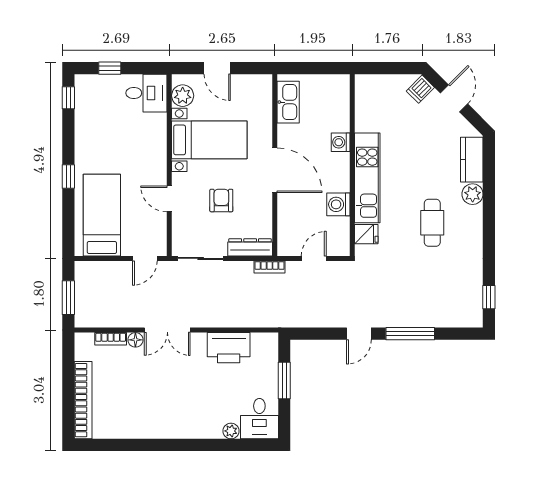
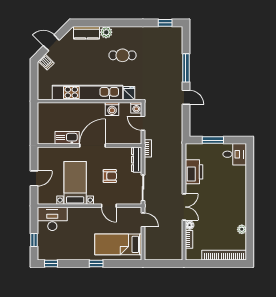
desk: (146, 93) -> (52, 219), width x1.37
plant: (183, 96) -> (50, 198), removed
kitchen sink: (288, 102) -> (67, 138), moved
washing machine: (341, 142) -> (136, 108), moved
kitchen unit: (367, 178) -> (87, 92), width x1.36
door: (169, 199) -> (109, 206), hinge flipped
armchair: (221, 200) -> (110, 176), turned 180
window: (68, 298) -> (165, 264), removed
plant: (231, 431) -> (242, 229), moved

